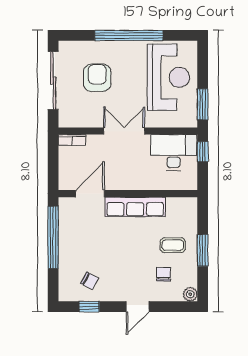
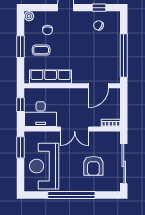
window: (203, 152) -> (20, 105), moved
row of seats: (135, 207) -> (51, 77), moved

